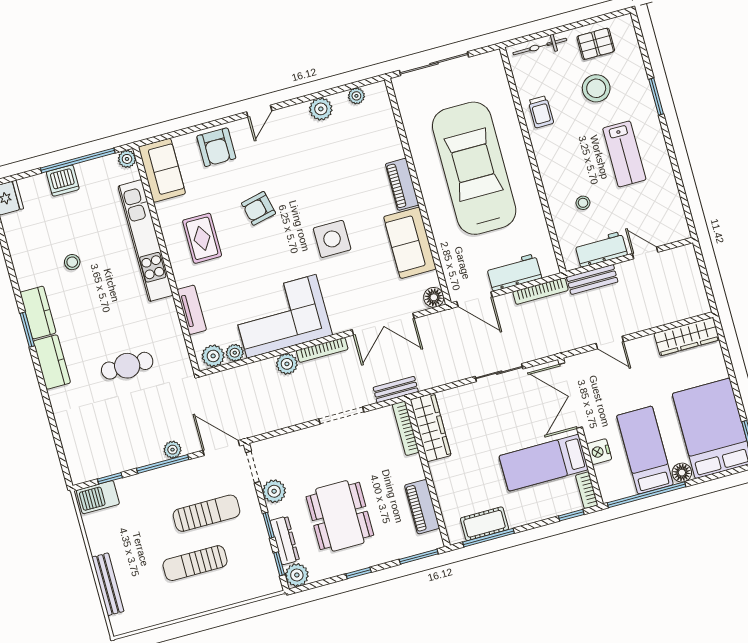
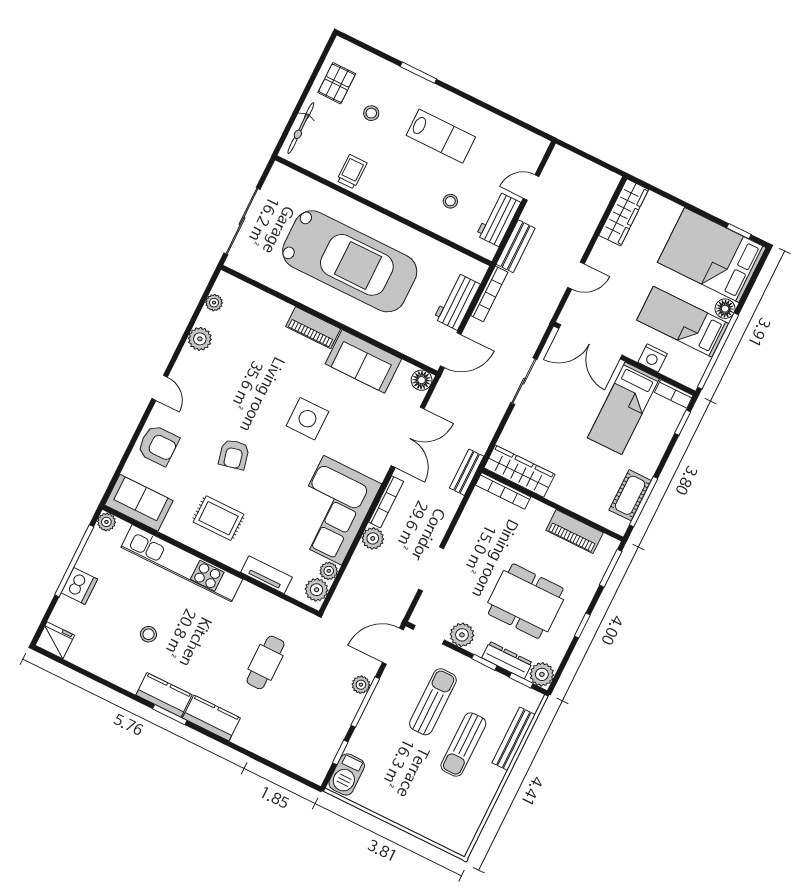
stool: (596, 88) -> (371, 113), width x0.53, depth x0.53
trolley: (541, 112) -> (352, 172), turned -90
car: (474, 168) -> (350, 261), turned 180
doorway: (341, 415) -> (431, 569), moved
bench: (108, 584) -> (514, 739), moved, turned 90

